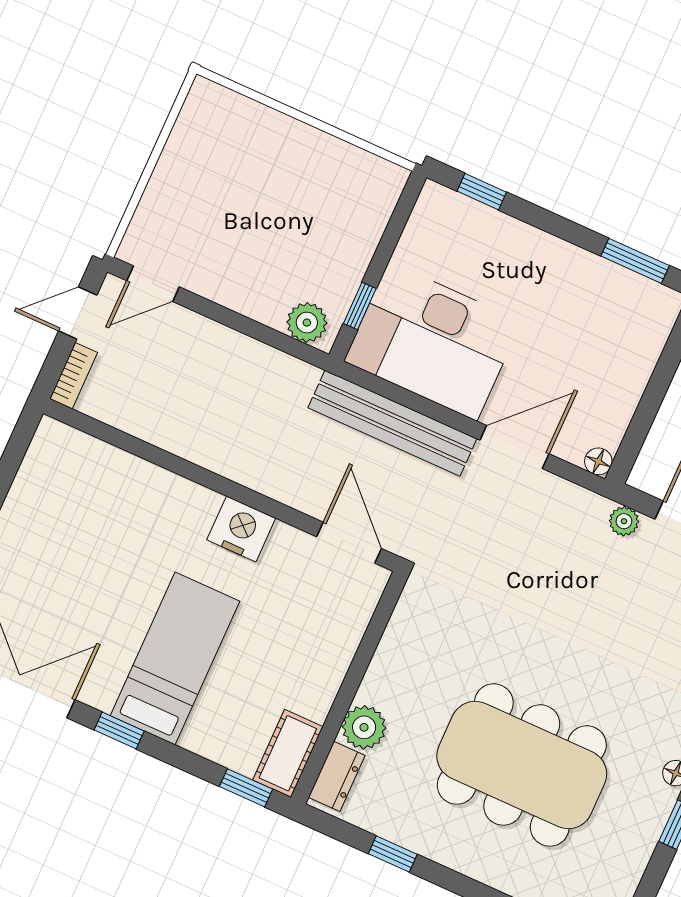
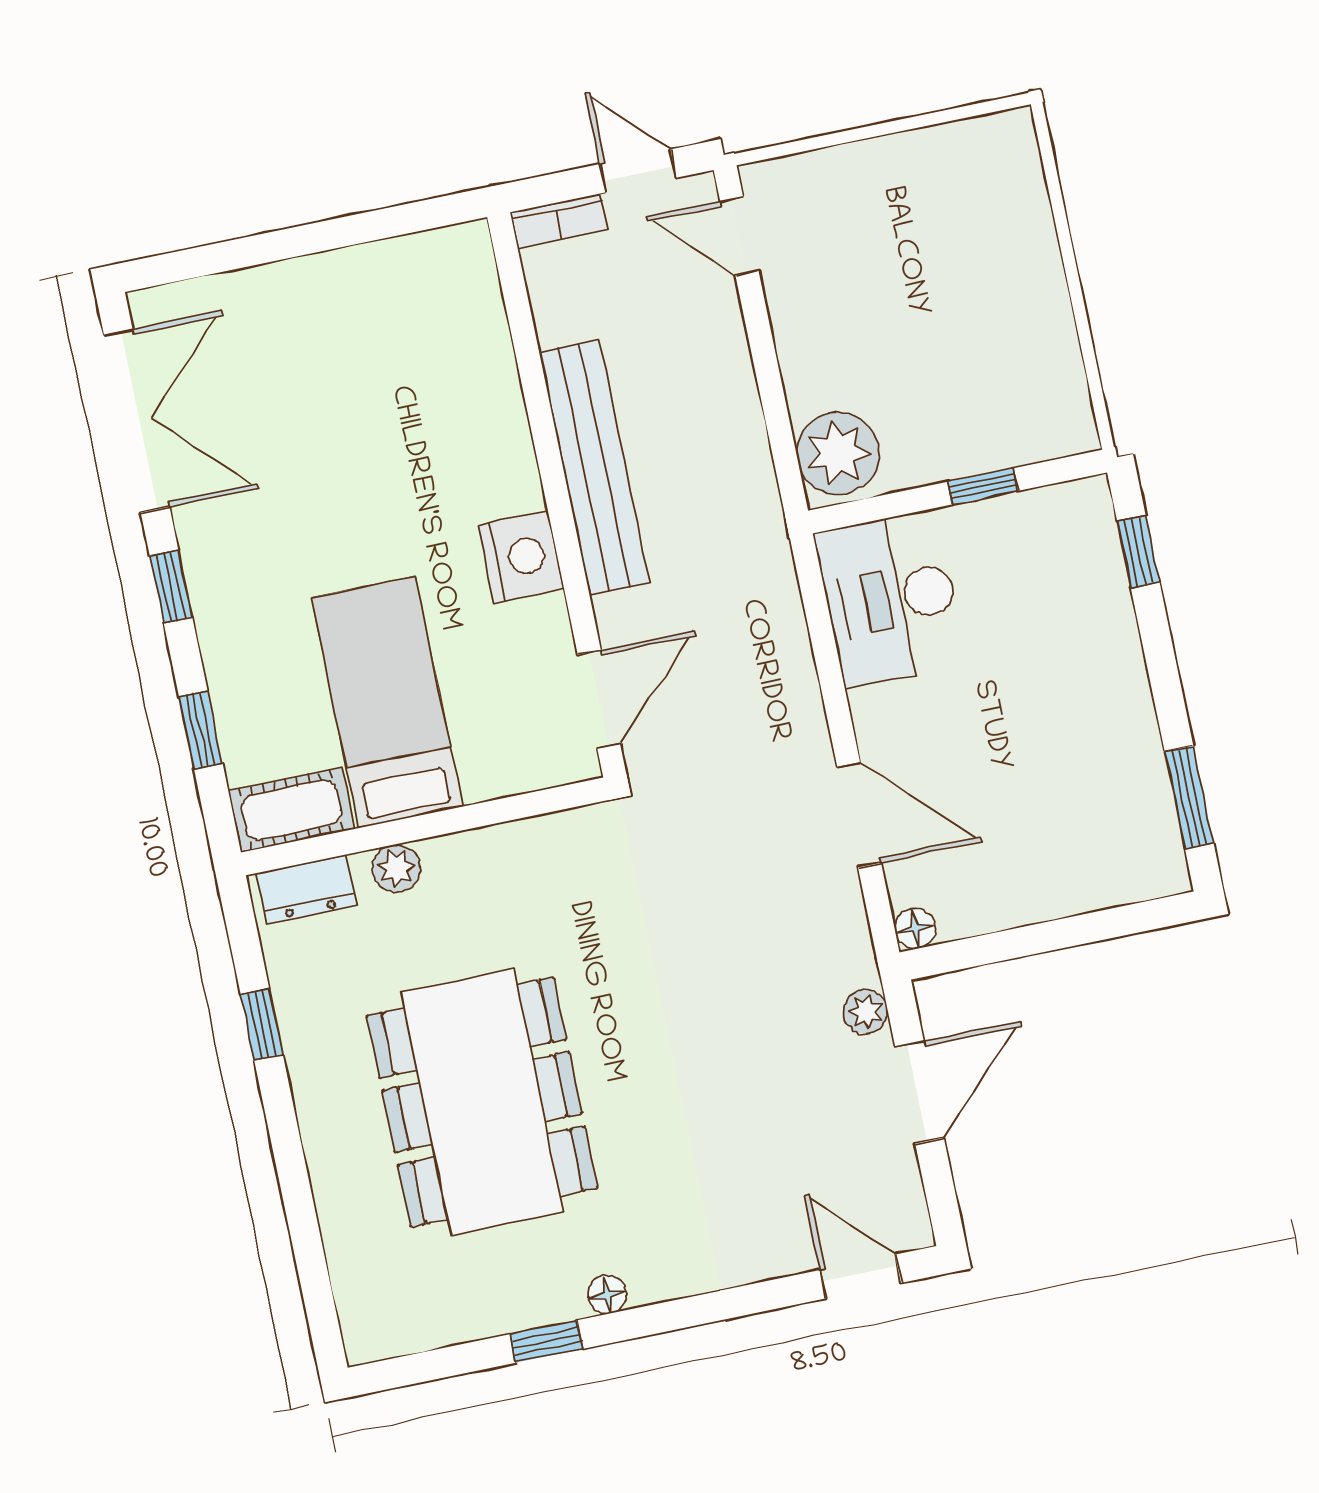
window: (360, 306) -> (983, 486), moved
plant: (307, 323) -> (838, 453), width x1.36, depth x1.36
desk: (433, 341) -> (890, 599), width x0.73, depth x0.77
bench: (392, 423) -> (594, 468), moved
bed: (175, 658) -> (387, 702), moved, turned -90
plant: (364, 727) -> (396, 868), width x0.73, depth x0.73
window: (246, 788) -> (201, 730), moved

